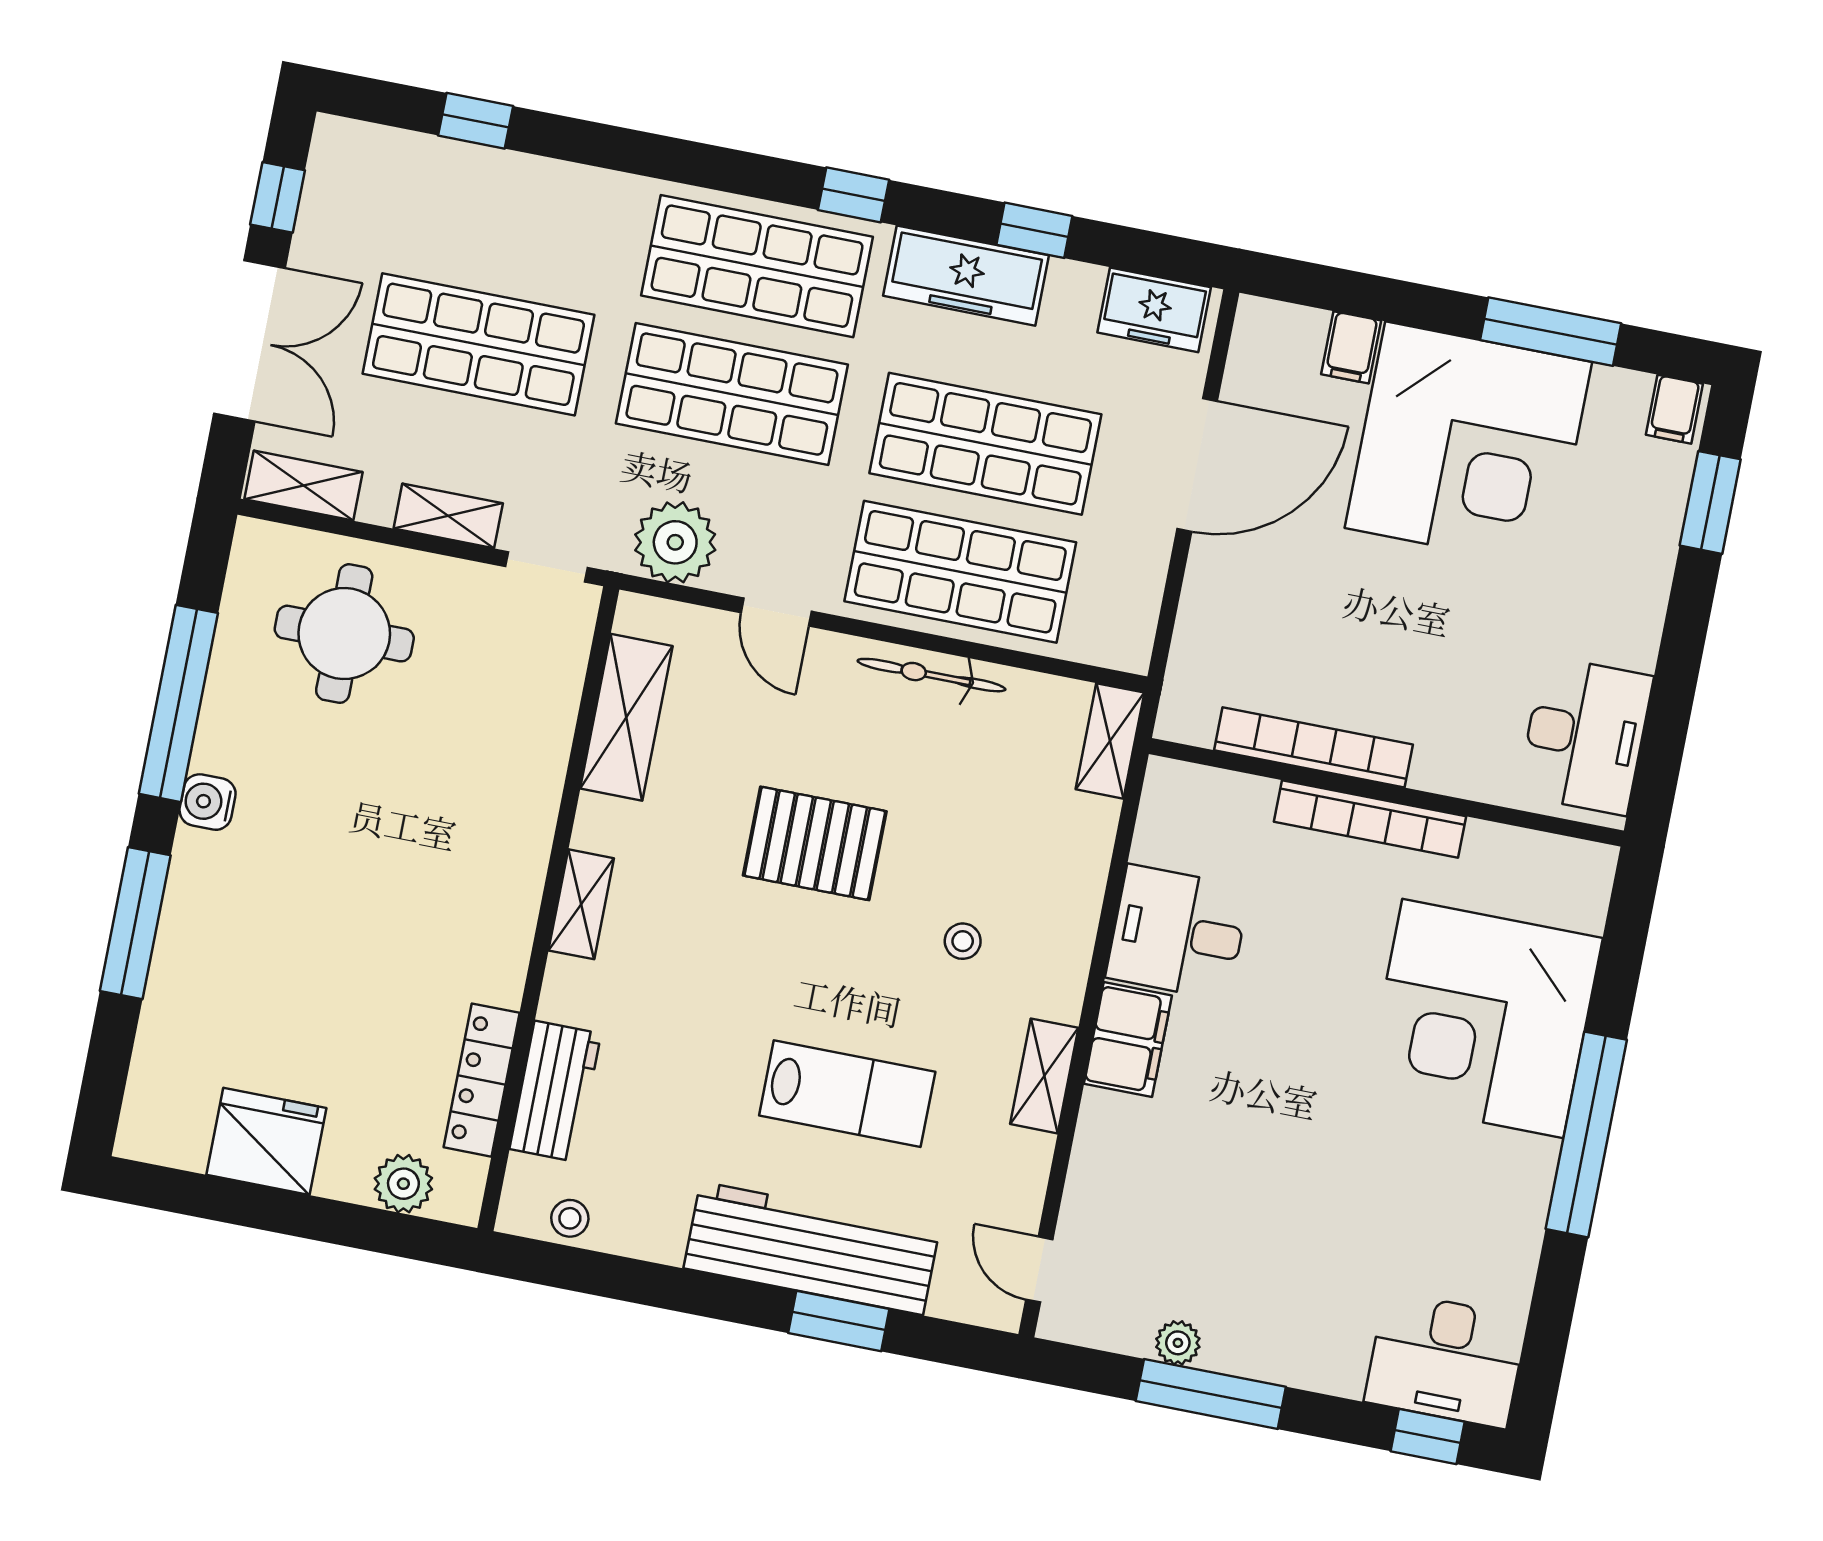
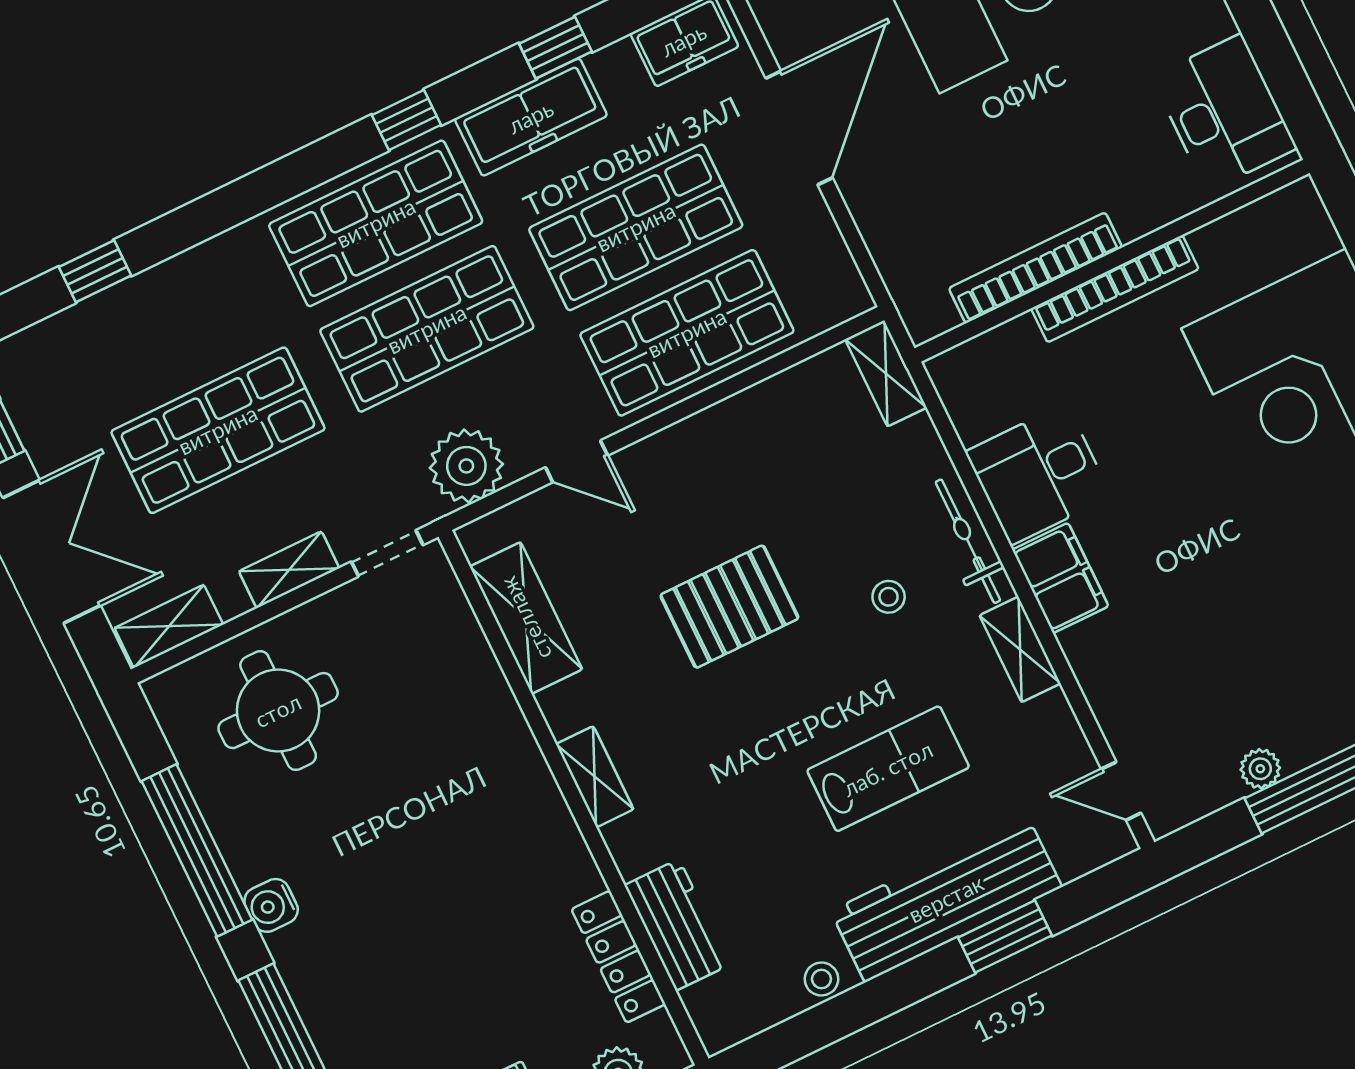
bicycle: (931, 675) -> (968, 541), moved, turned 90
stool: (570, 1218) -> (821, 979), moved

